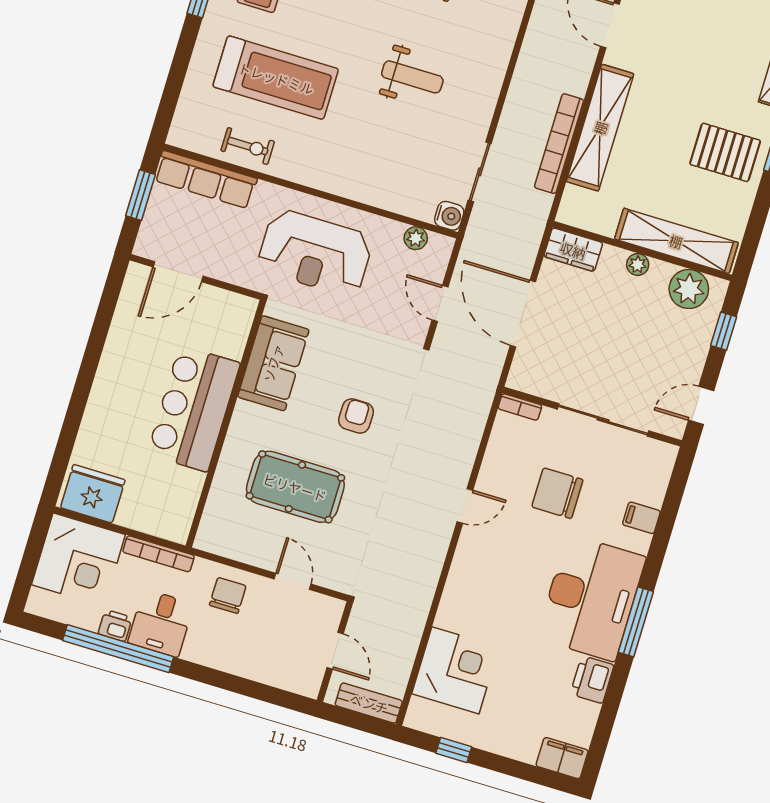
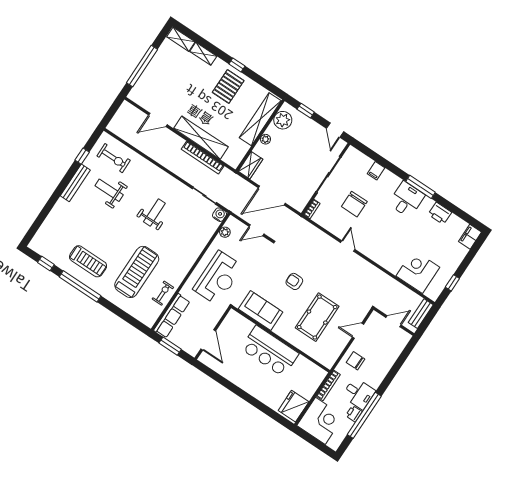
desk: (591, 598) -> (407, 199), width x0.53, depth x0.77

